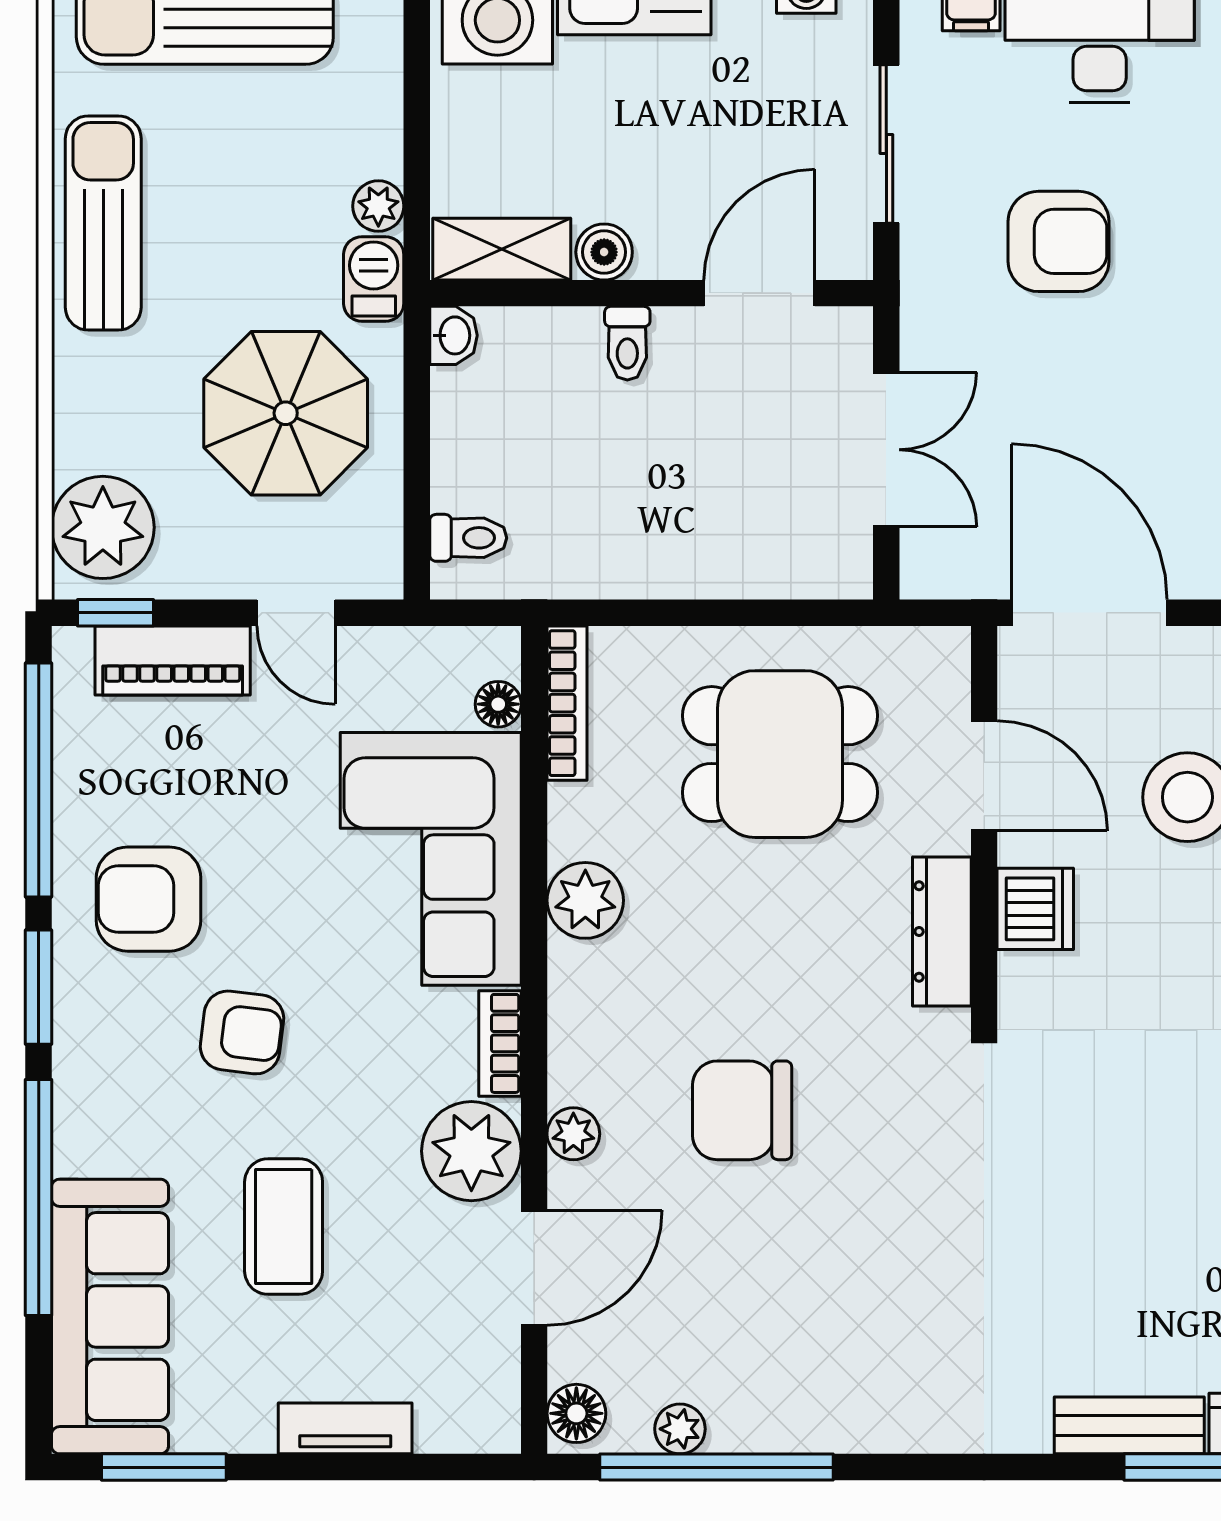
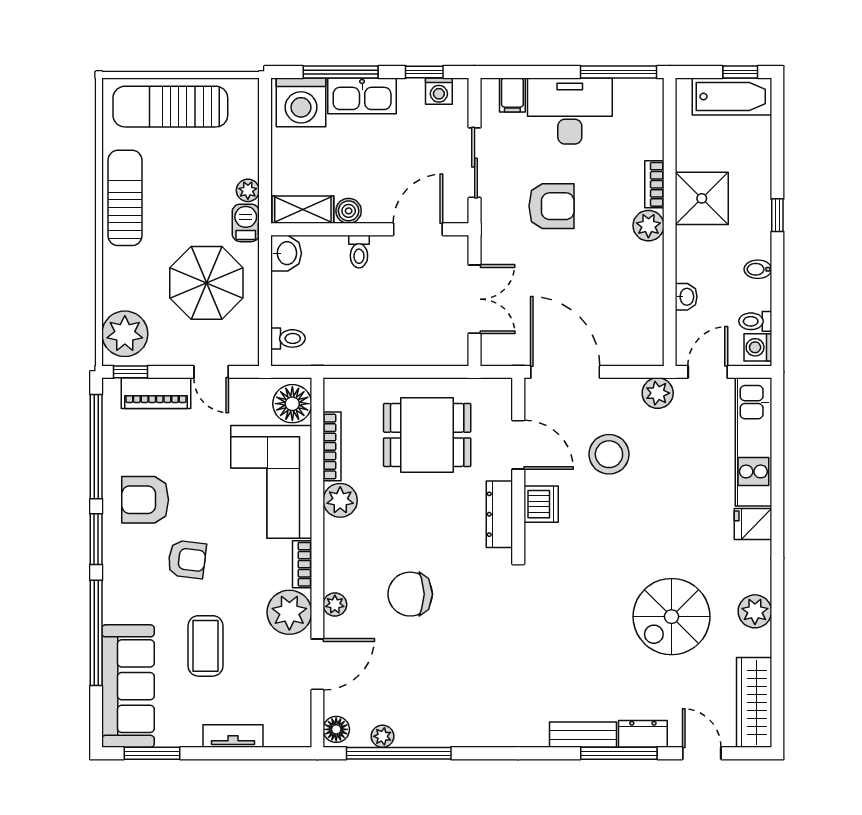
washbasin: (453, 335) -> (286, 253), width x1.38, depth x1.45
bookcase: (567, 703) -> (332, 446), moved
floor lamp: (498, 704) -> (292, 404), width x1.89, depth x1.89

